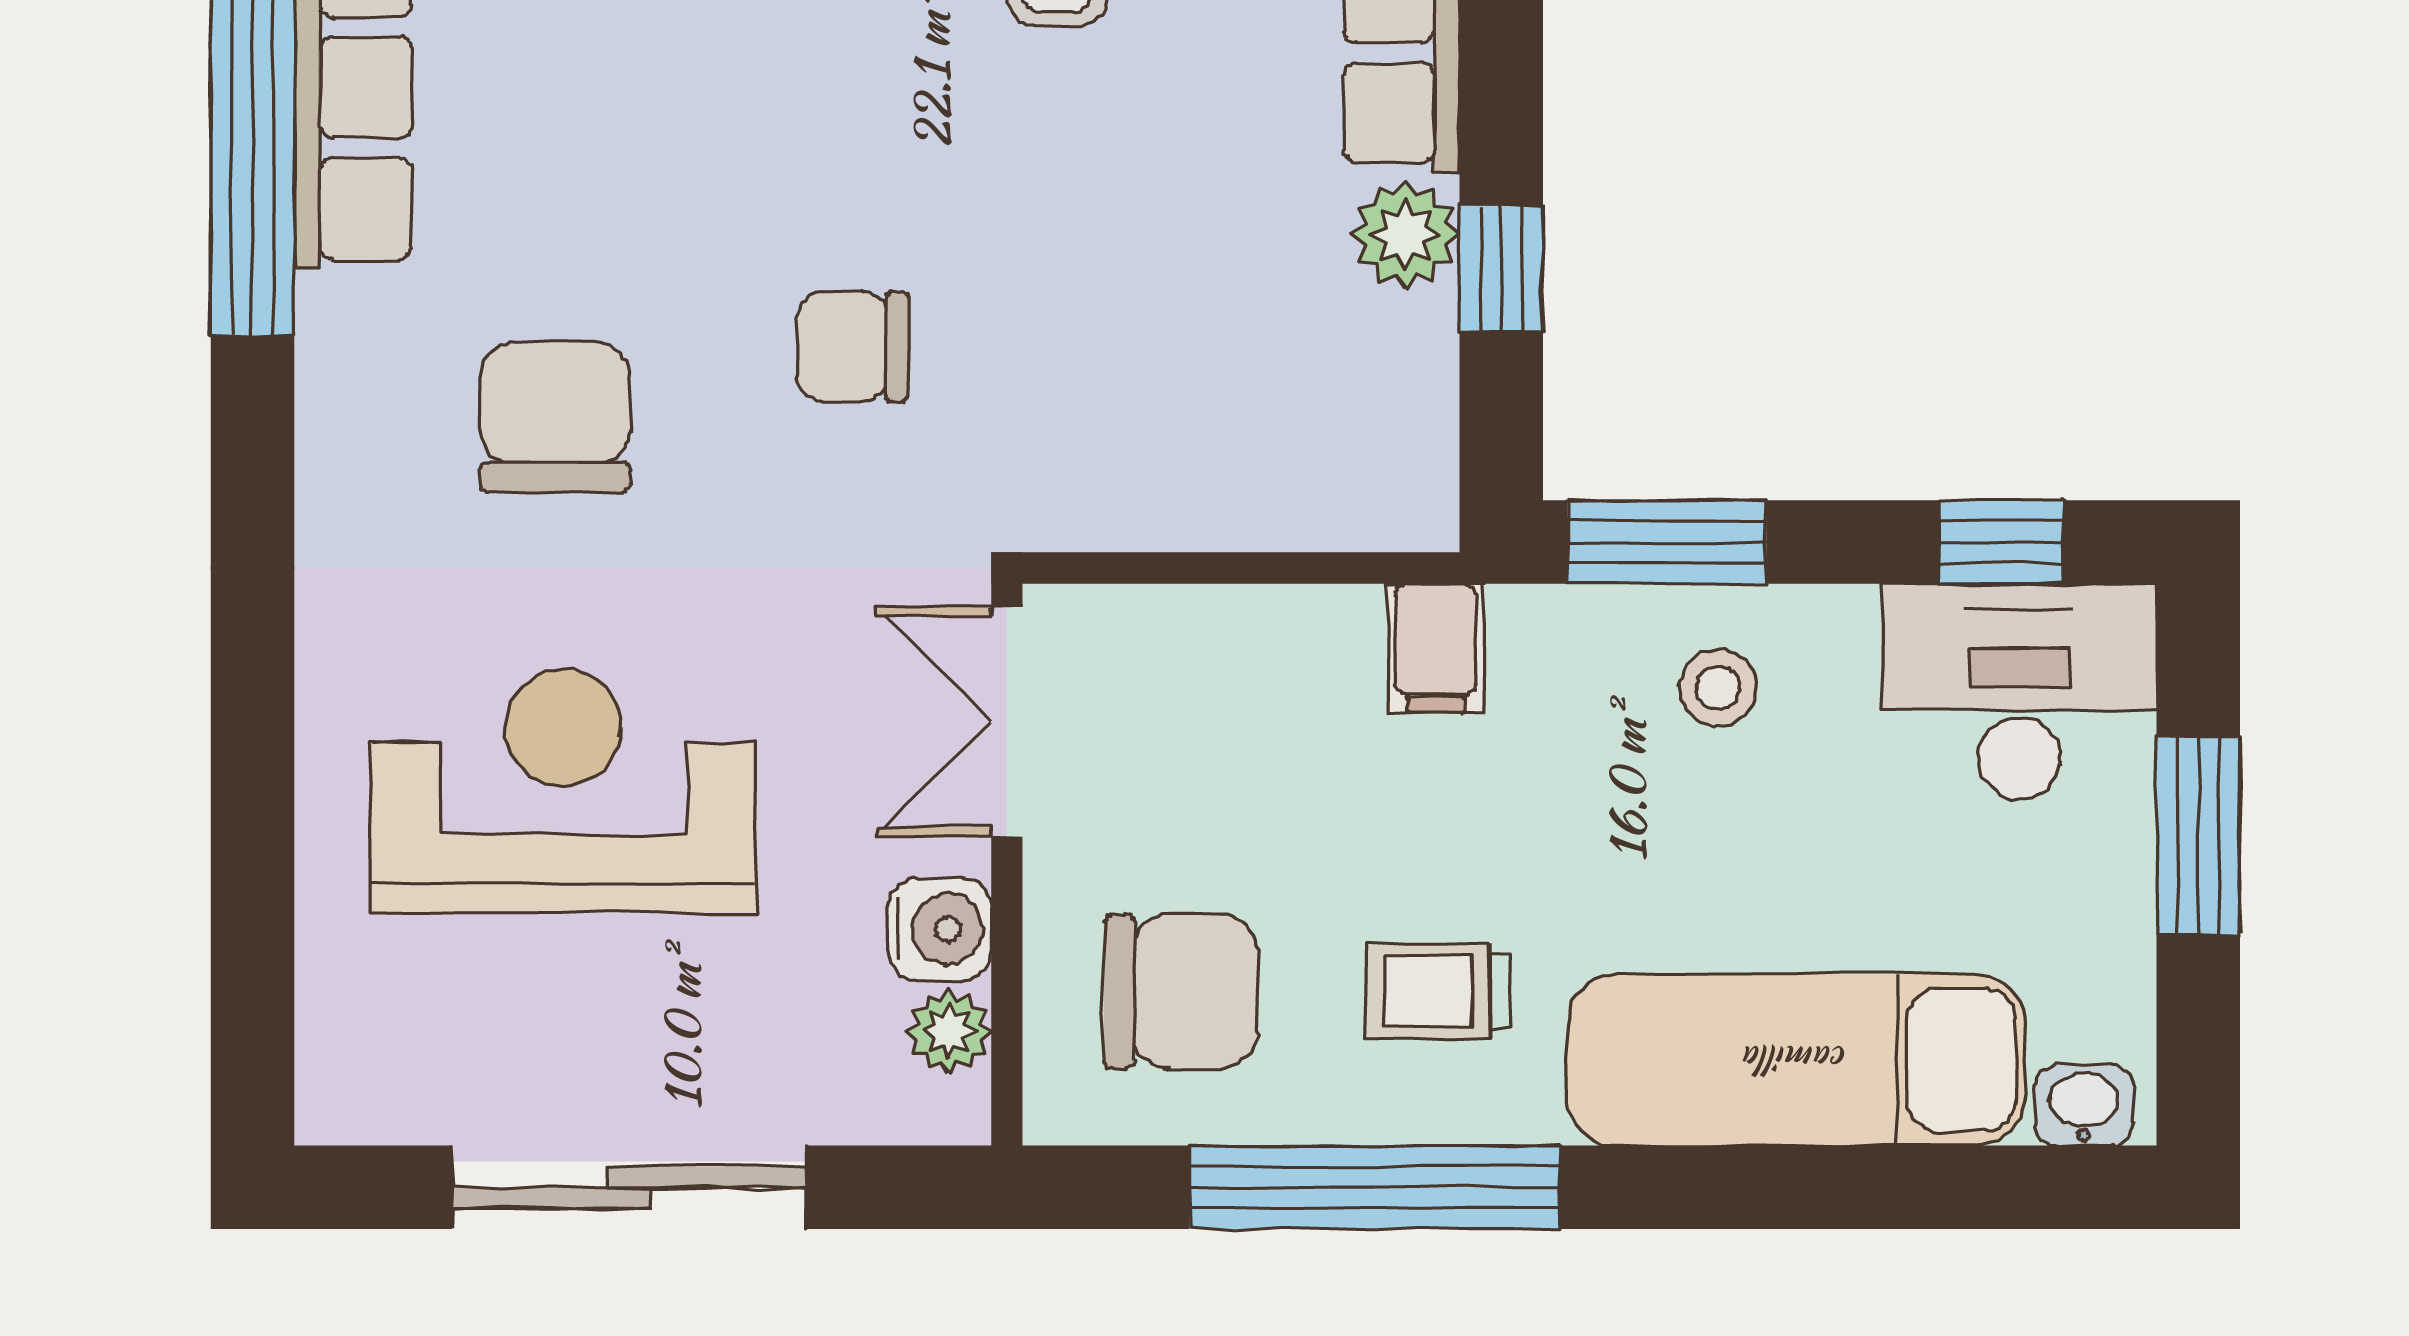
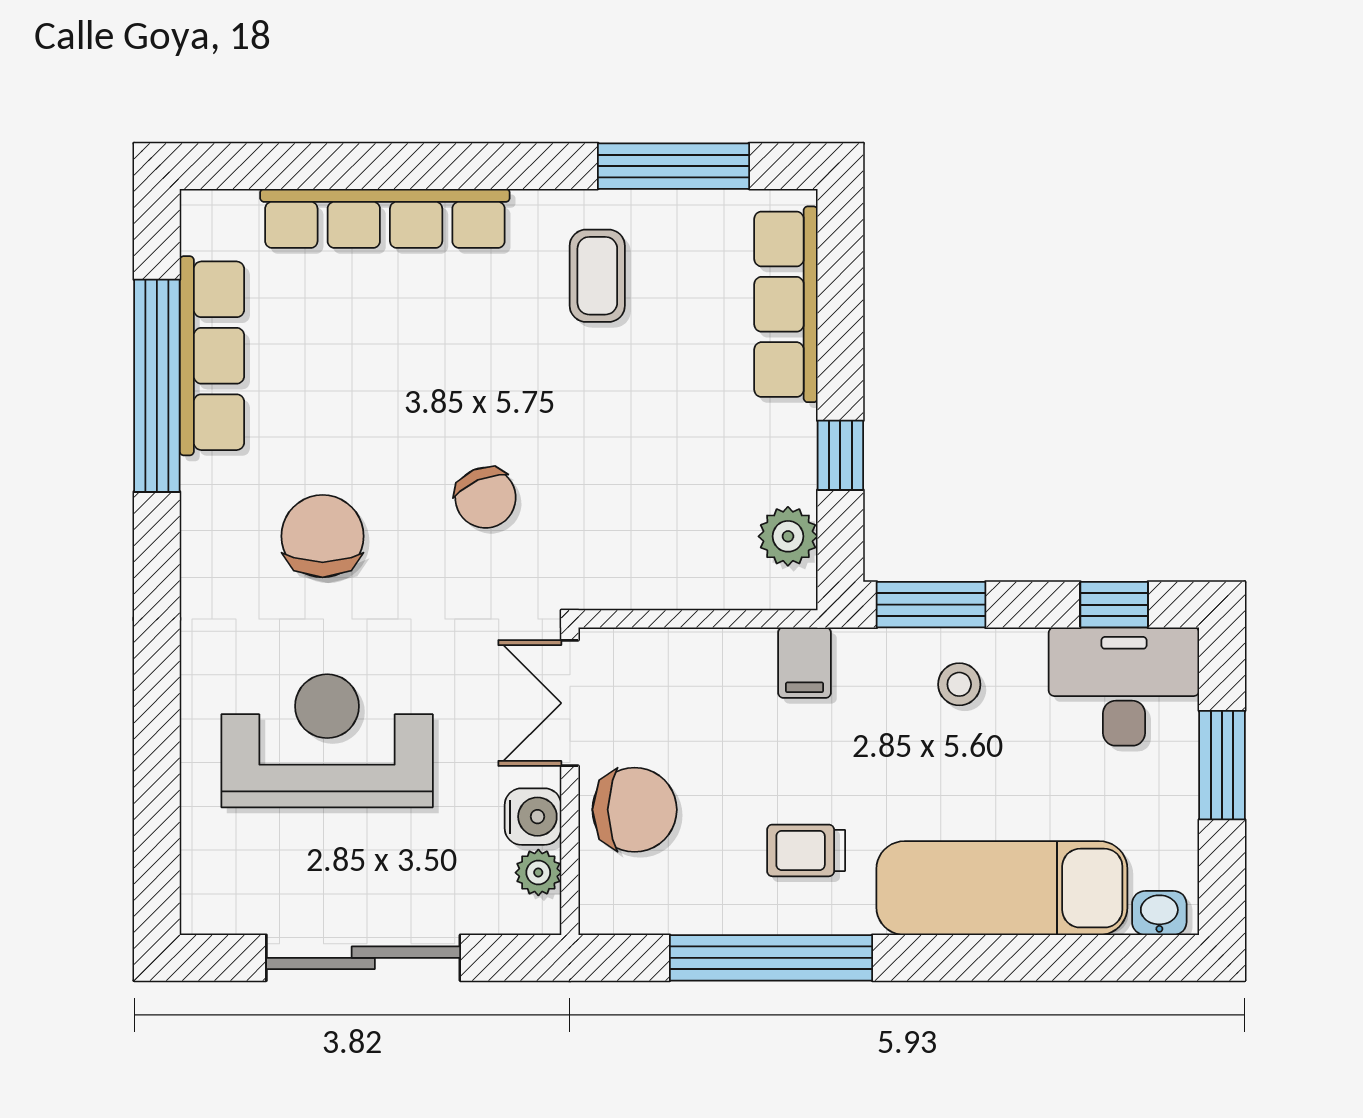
plant: (1405, 235) -> (788, 536), moved
chair: (853, 347) -> (485, 498), turned -113
chair: (1181, 991) -> (635, 810), moved

